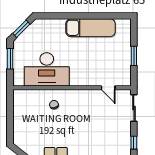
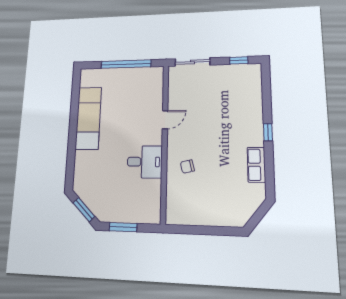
window: (134, 56) -> (126, 64), width x2.11
desk: (47, 69) -> (145, 162), width x0.53, depth x0.77
door: (108, 88) -> (165, 120), moved

